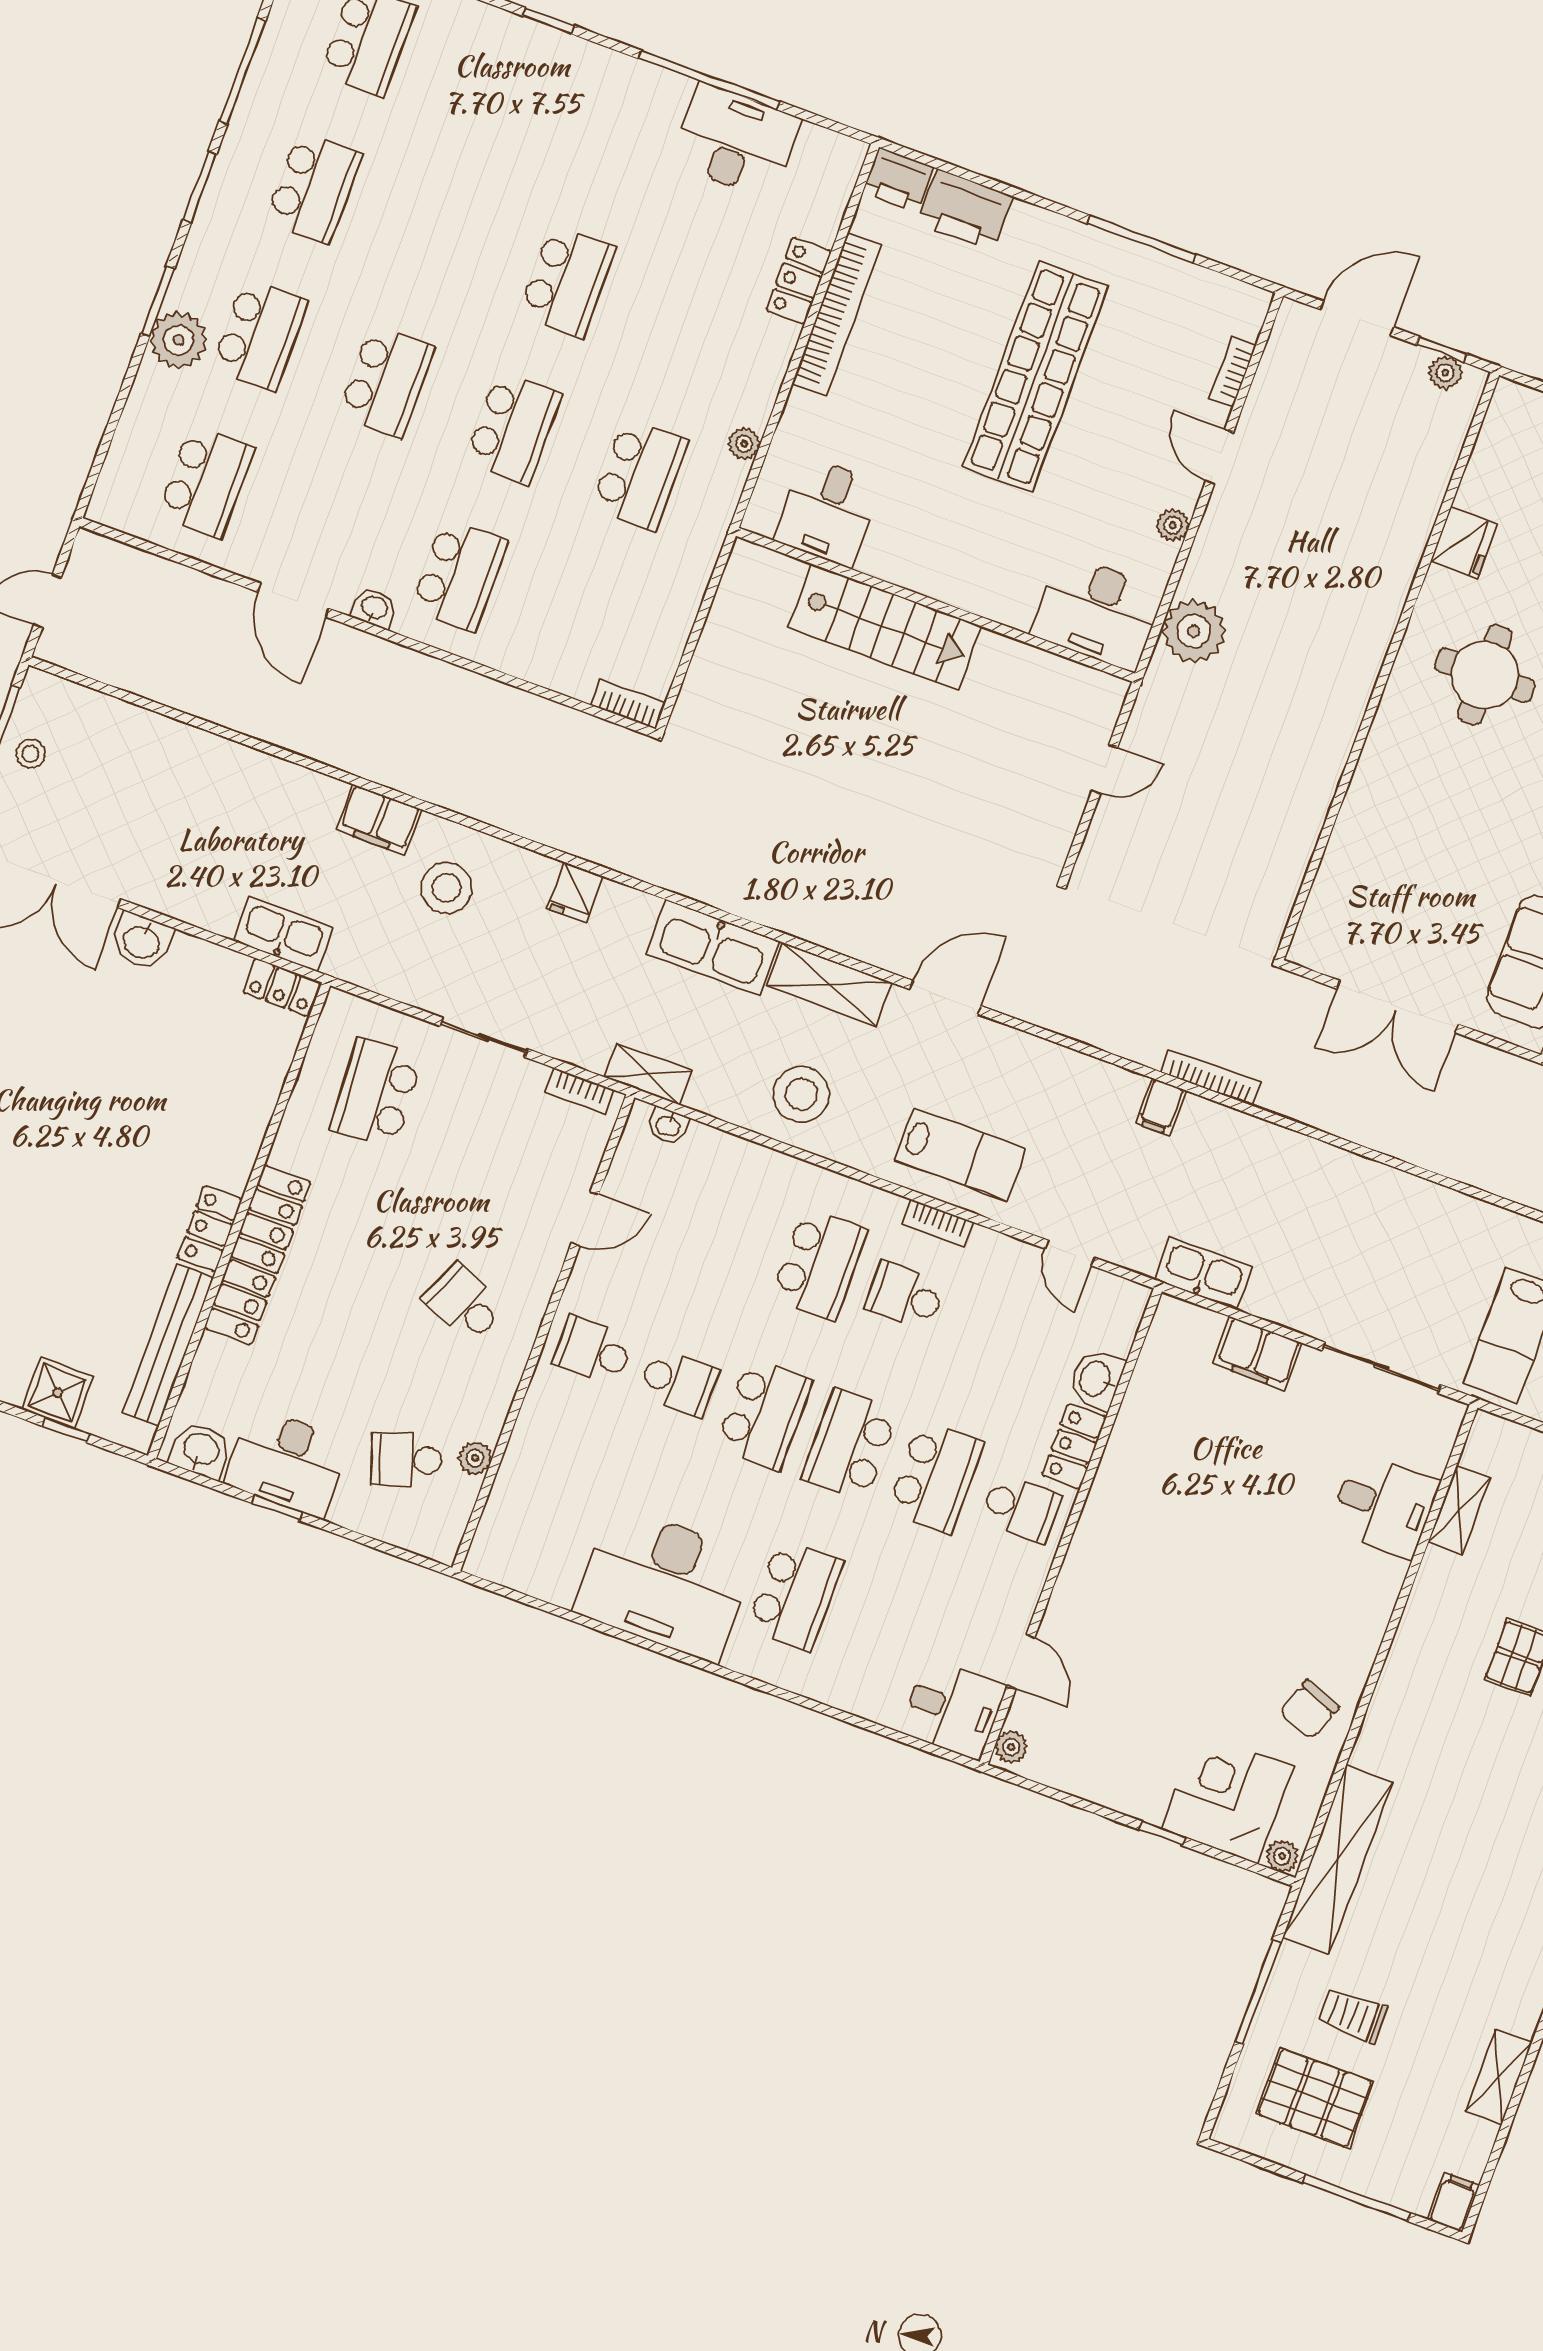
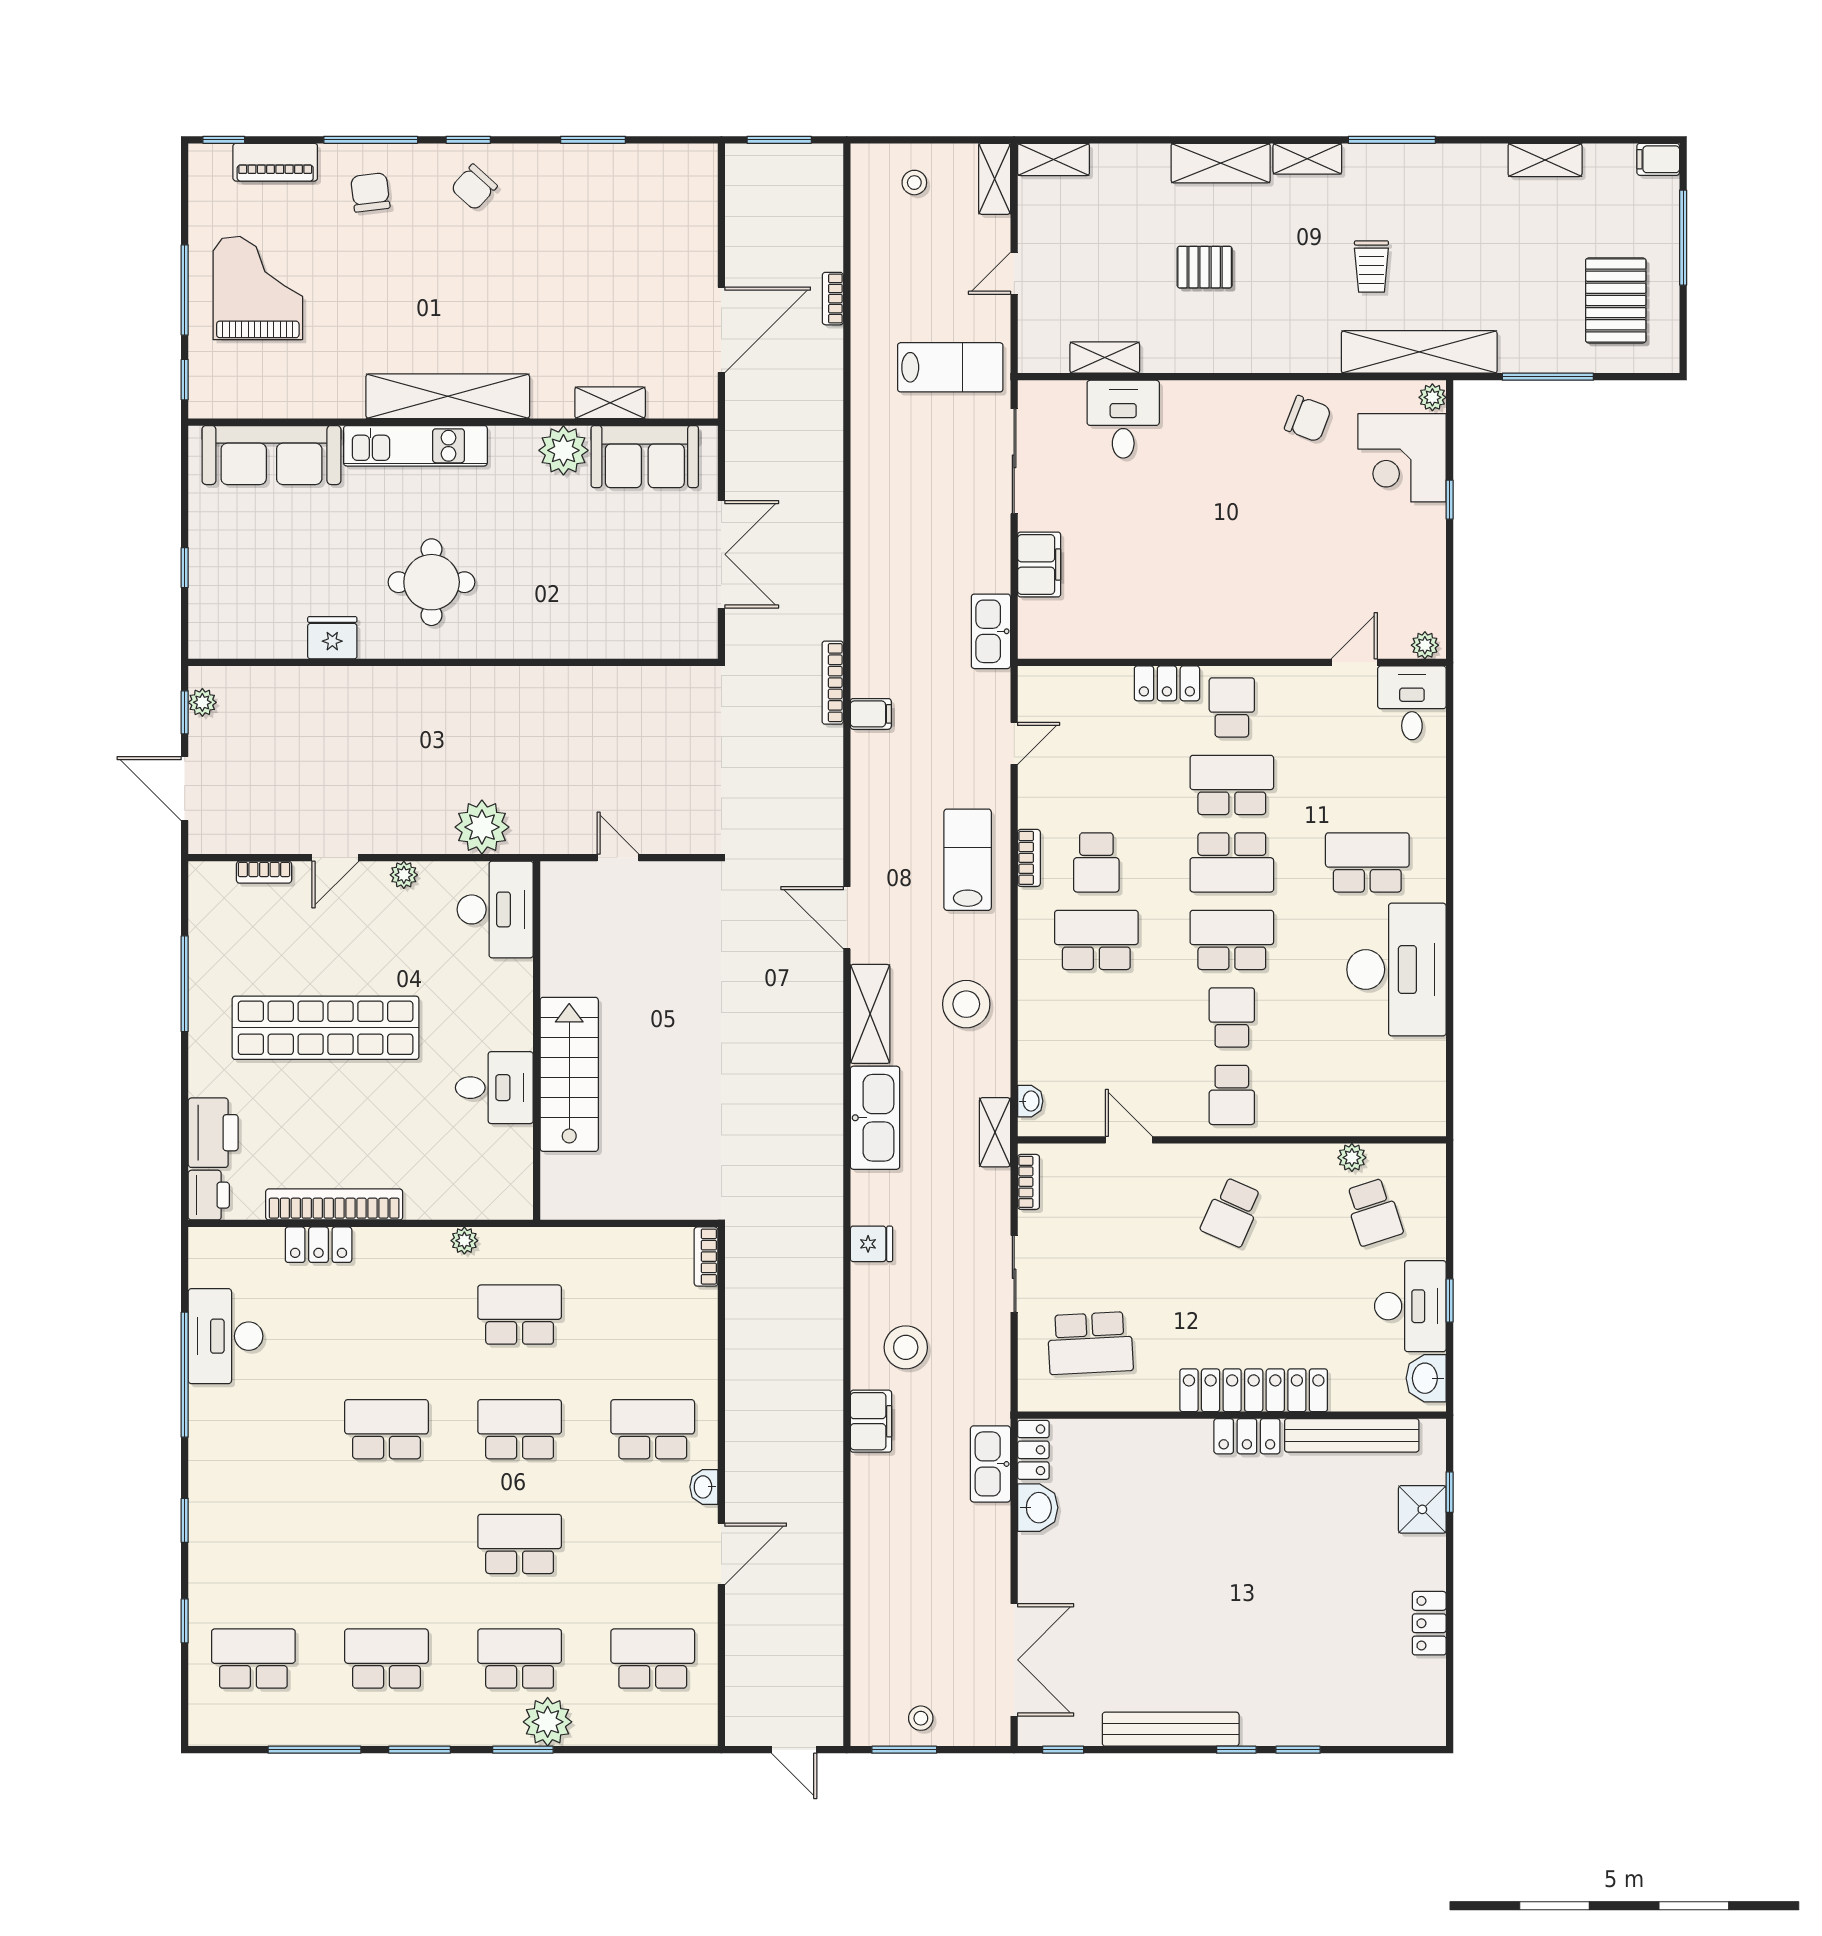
desk: (827, 512) -> (494, 1088), moved
washbasin: (142, 941) -> (1038, 1508), moved
washbasin: (1096, 1379) -> (1107, 685), removed
trolley: (1353, 2015) -> (1371, 267), moved

